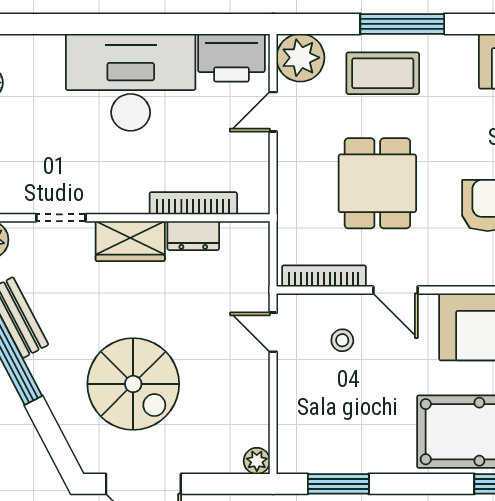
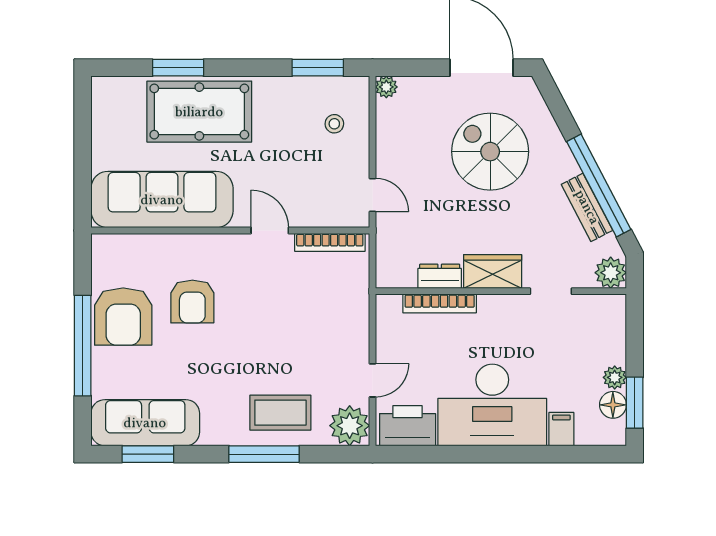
filing cabinet: (48, 54) -> (561, 429), added
dining table: (377, 183) -> (285, 320), removed
stool: (342, 340) -> (334, 124), moved

